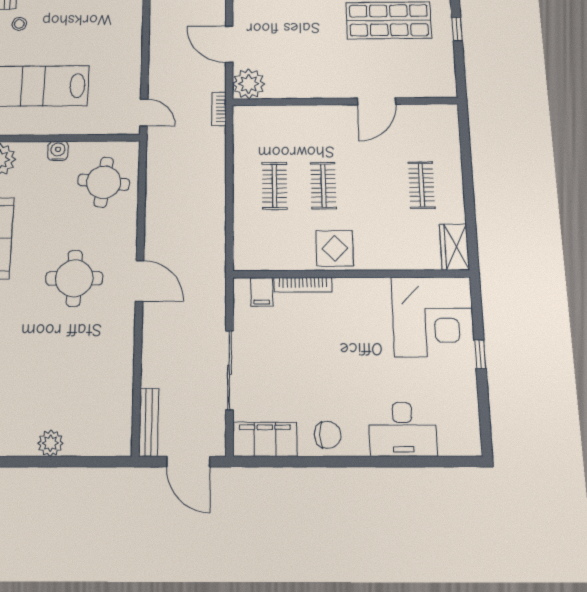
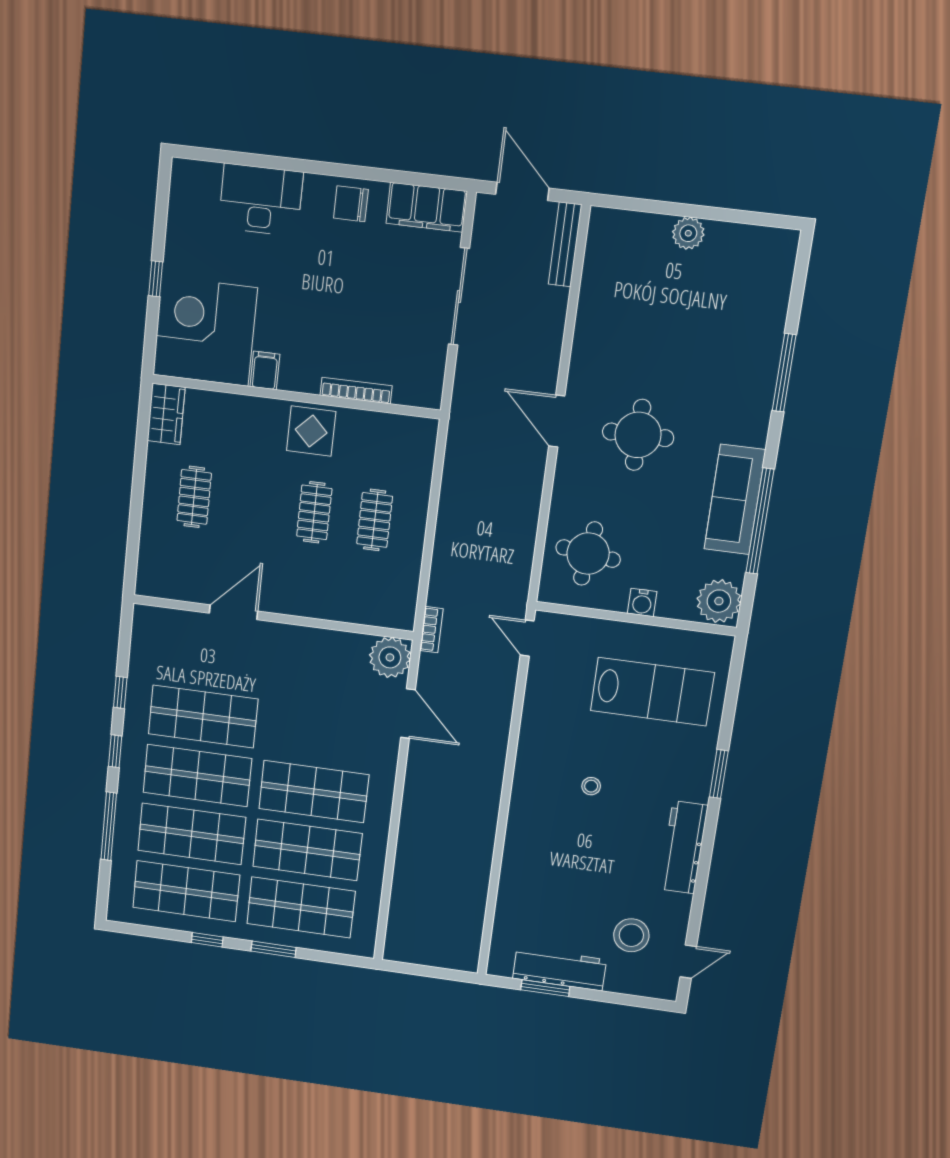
stool: (19, 24) -> (591, 786), moved
filing cabinet: (262, 292) -> (265, 370), moved

